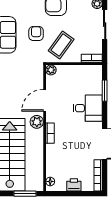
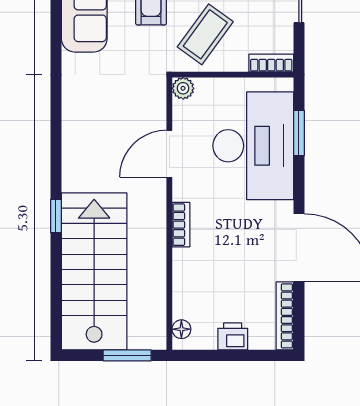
desk: (88, 108) -> (253, 146), width x1.87, depth x1.30
plant: (37, 122) -> (152, 200), removed

